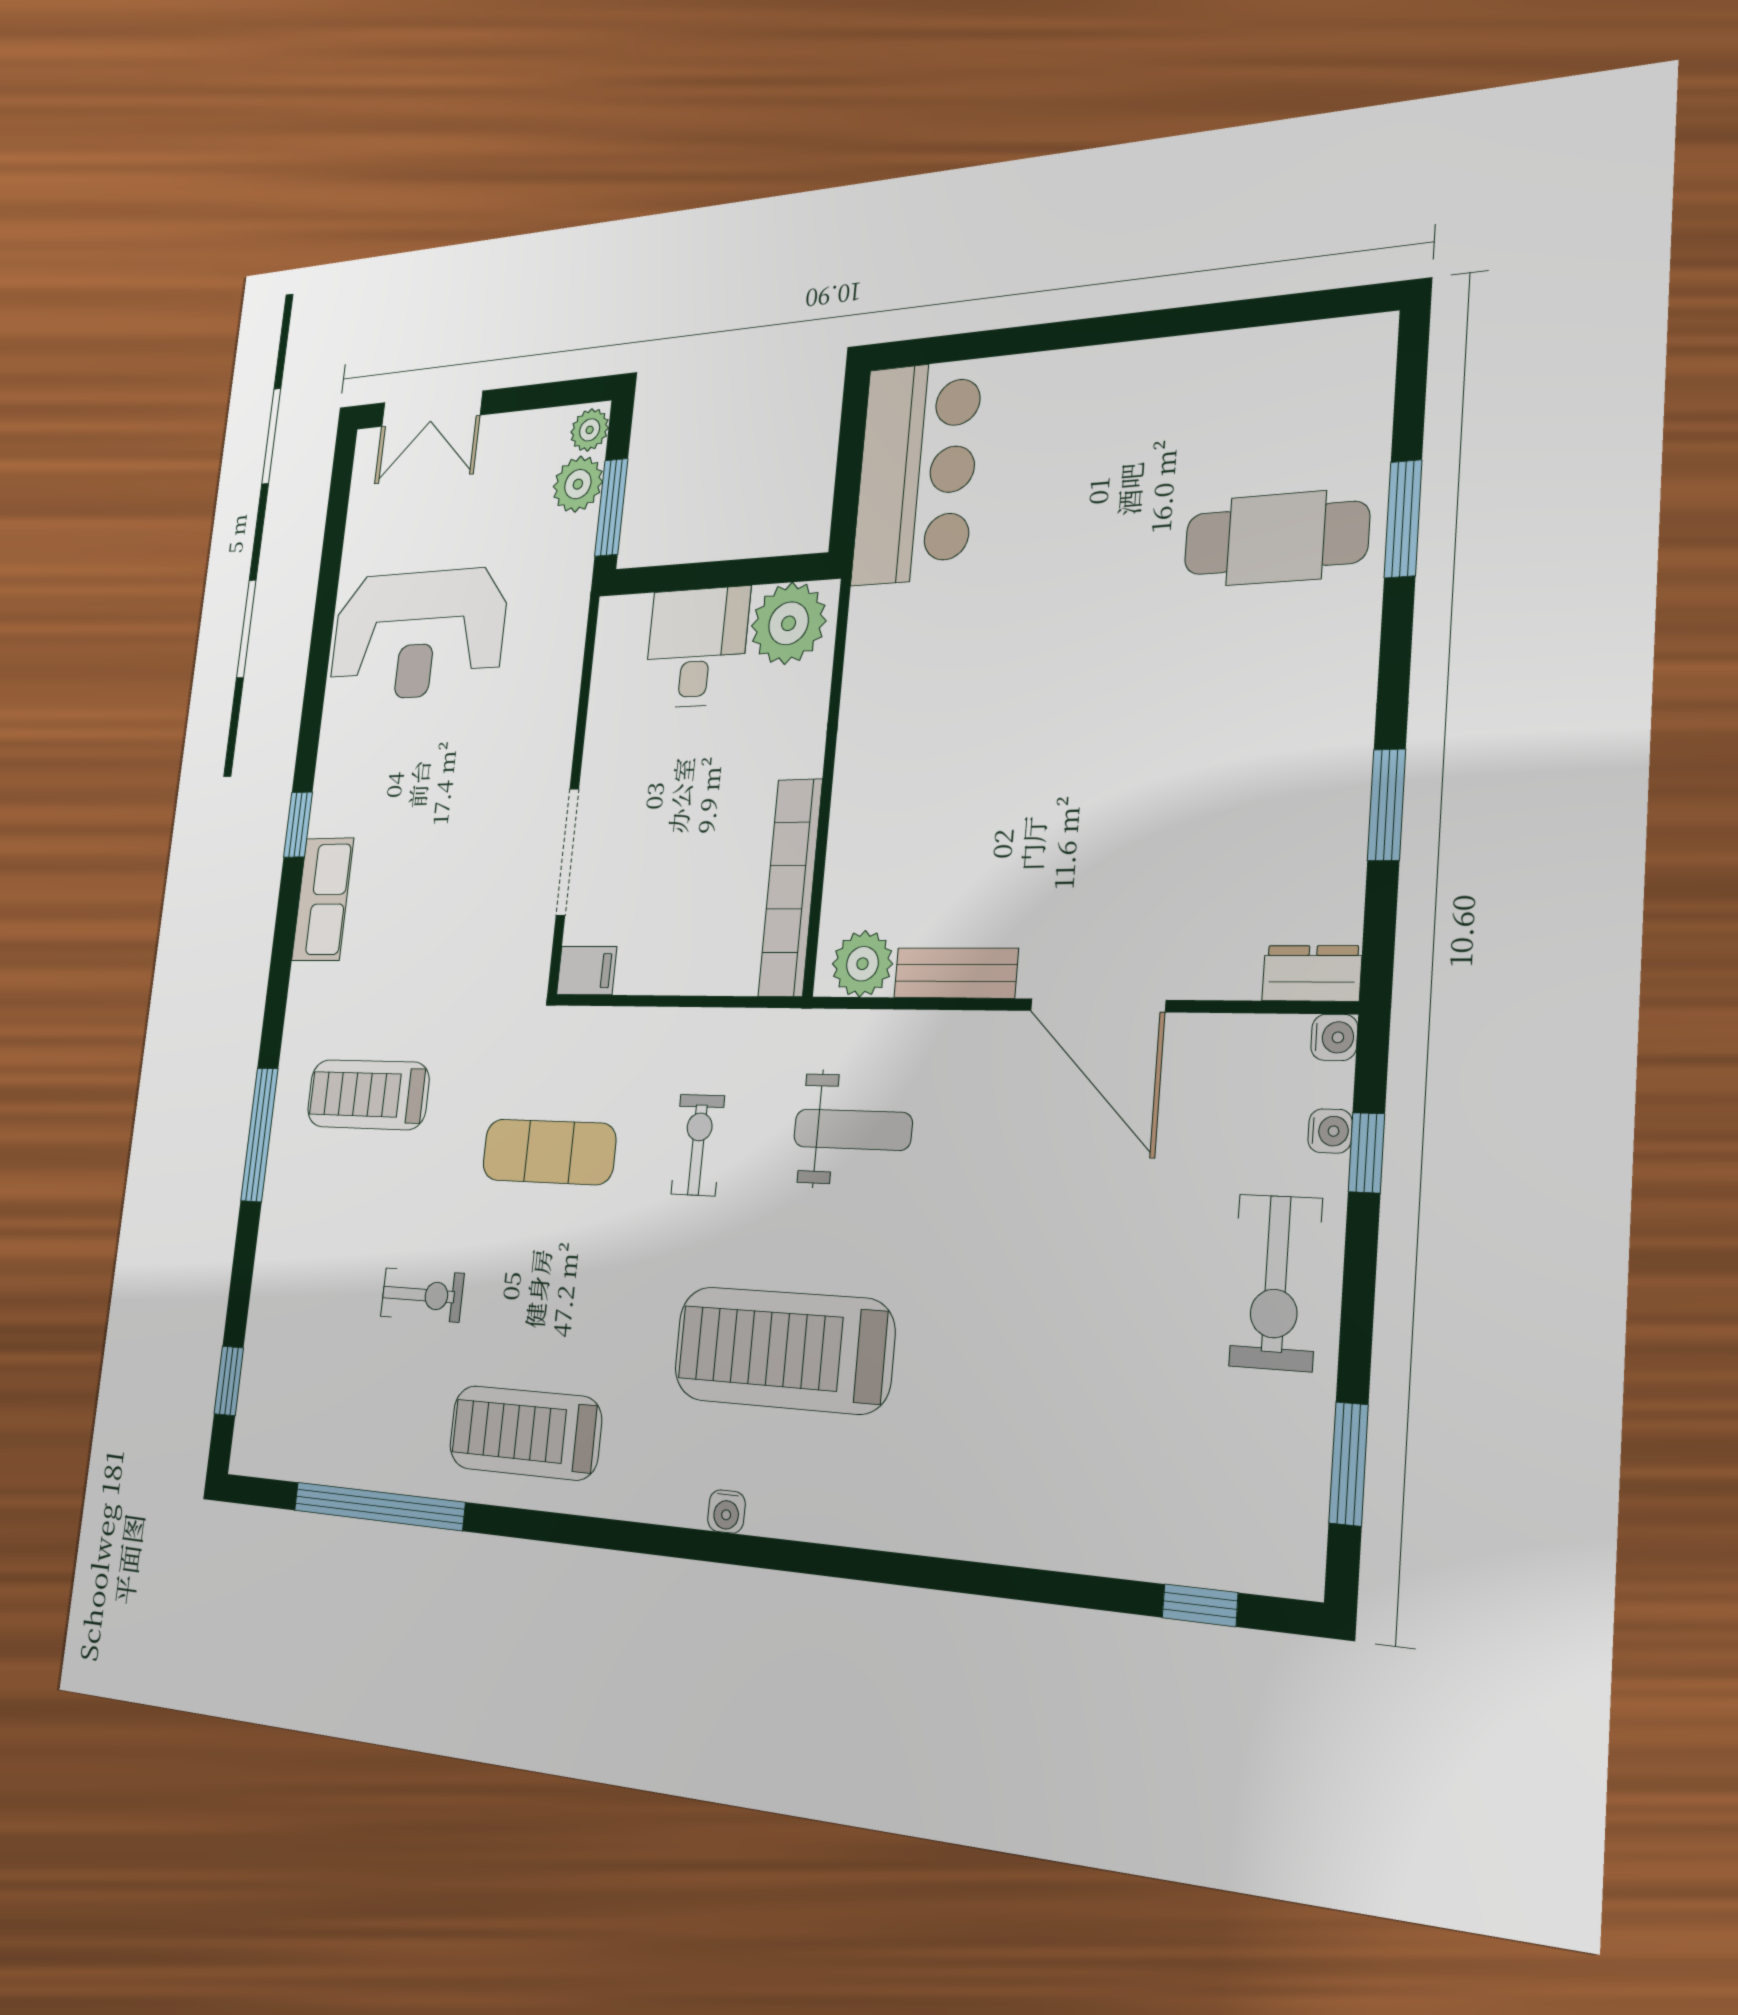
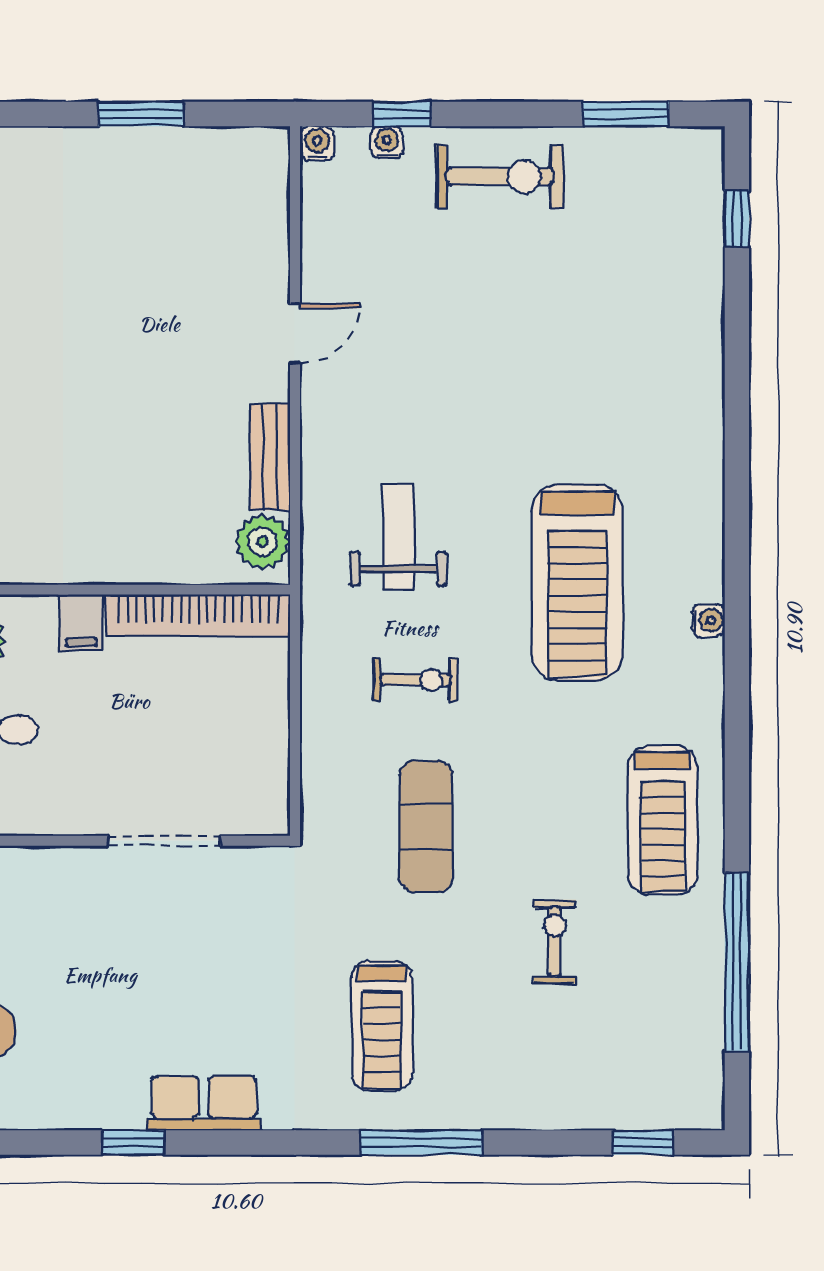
filing cabinet: (587, 971) -> (81, 623), moved, turned 180
dresser: (1312, 973) -> (269, 164), removed
door: (1098, 1005) -> (295, 334), width x0.53
exercise bike: (698, 1145) -> (415, 680), turned 180

